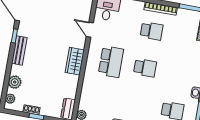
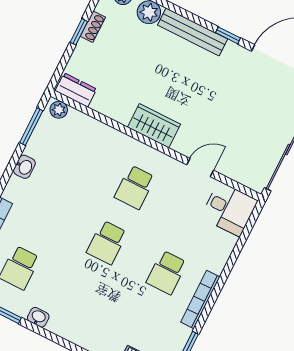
bench: (19, 50) -> (193, 32), width x1.36
school desk: (111, 62) -> (135, 187), width x0.54

